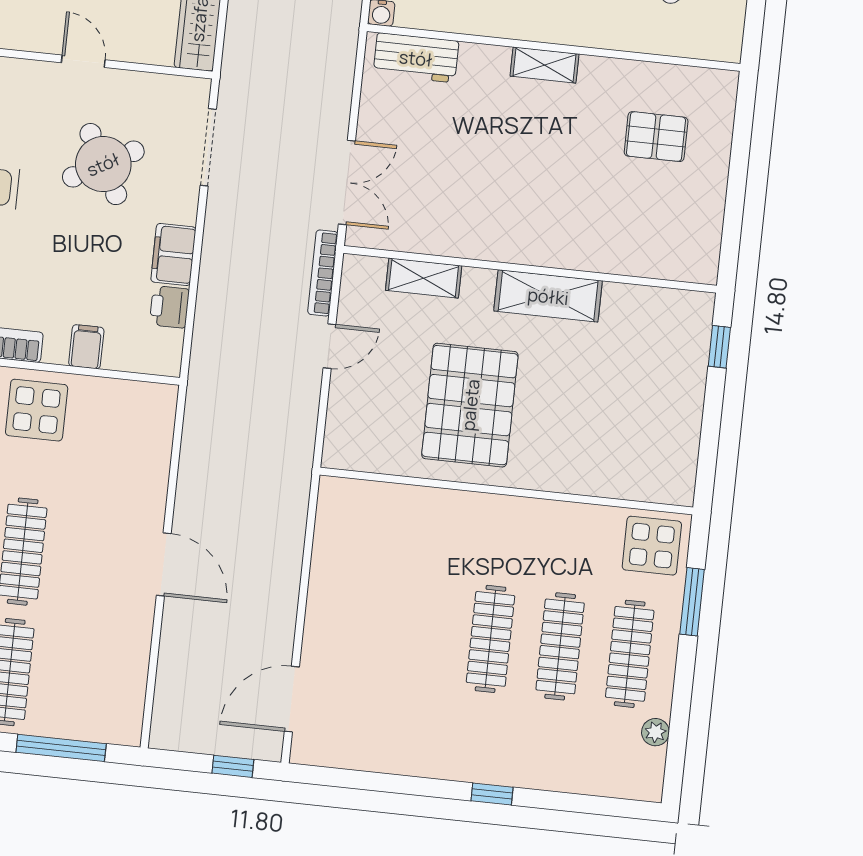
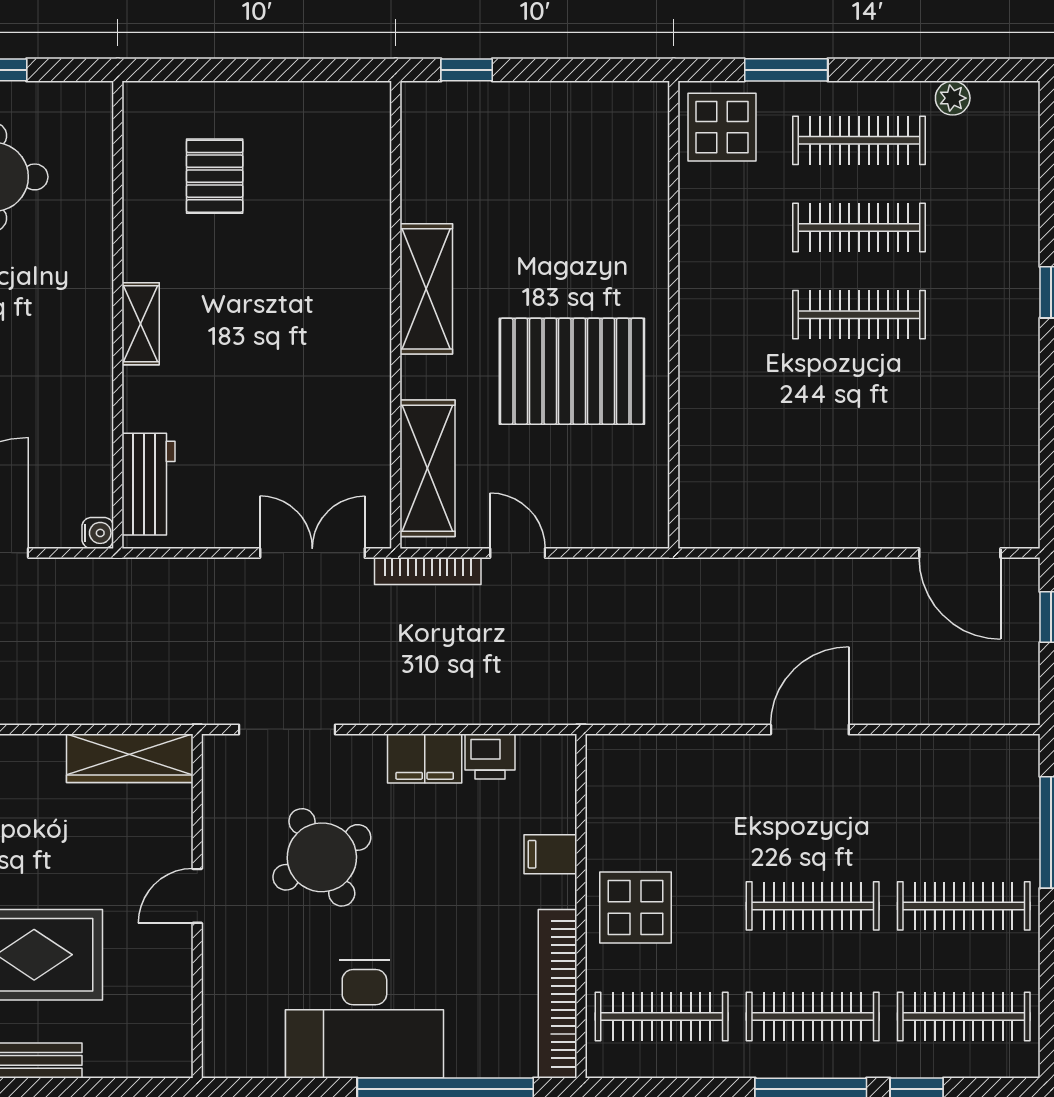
shelving: (424, 278) -> (427, 468), width x1.50, depth x1.33

